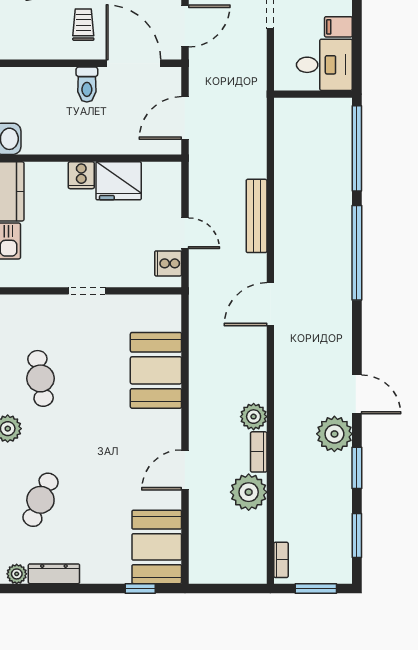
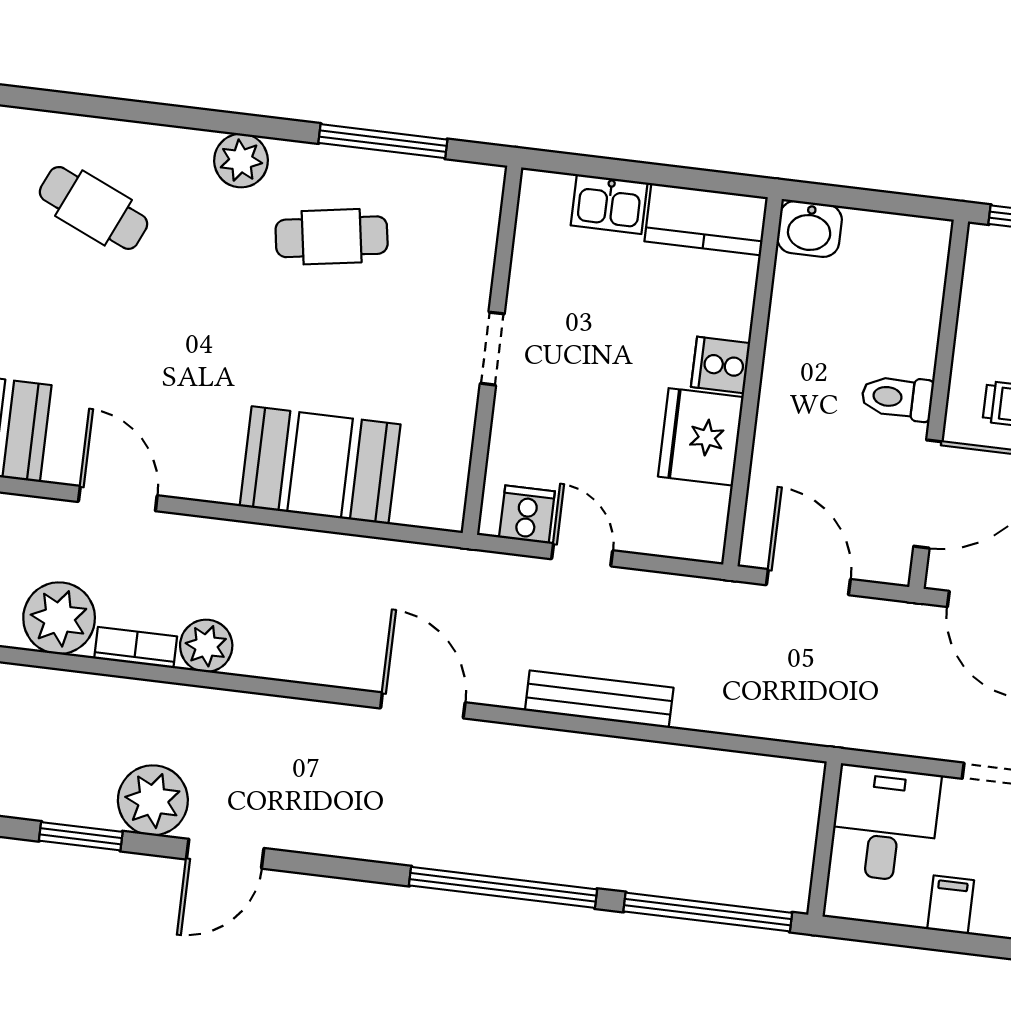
desk: (324, 65) -> (885, 824), moved, turned 180
door: (185, 233) -> (582, 555), swing flipped

